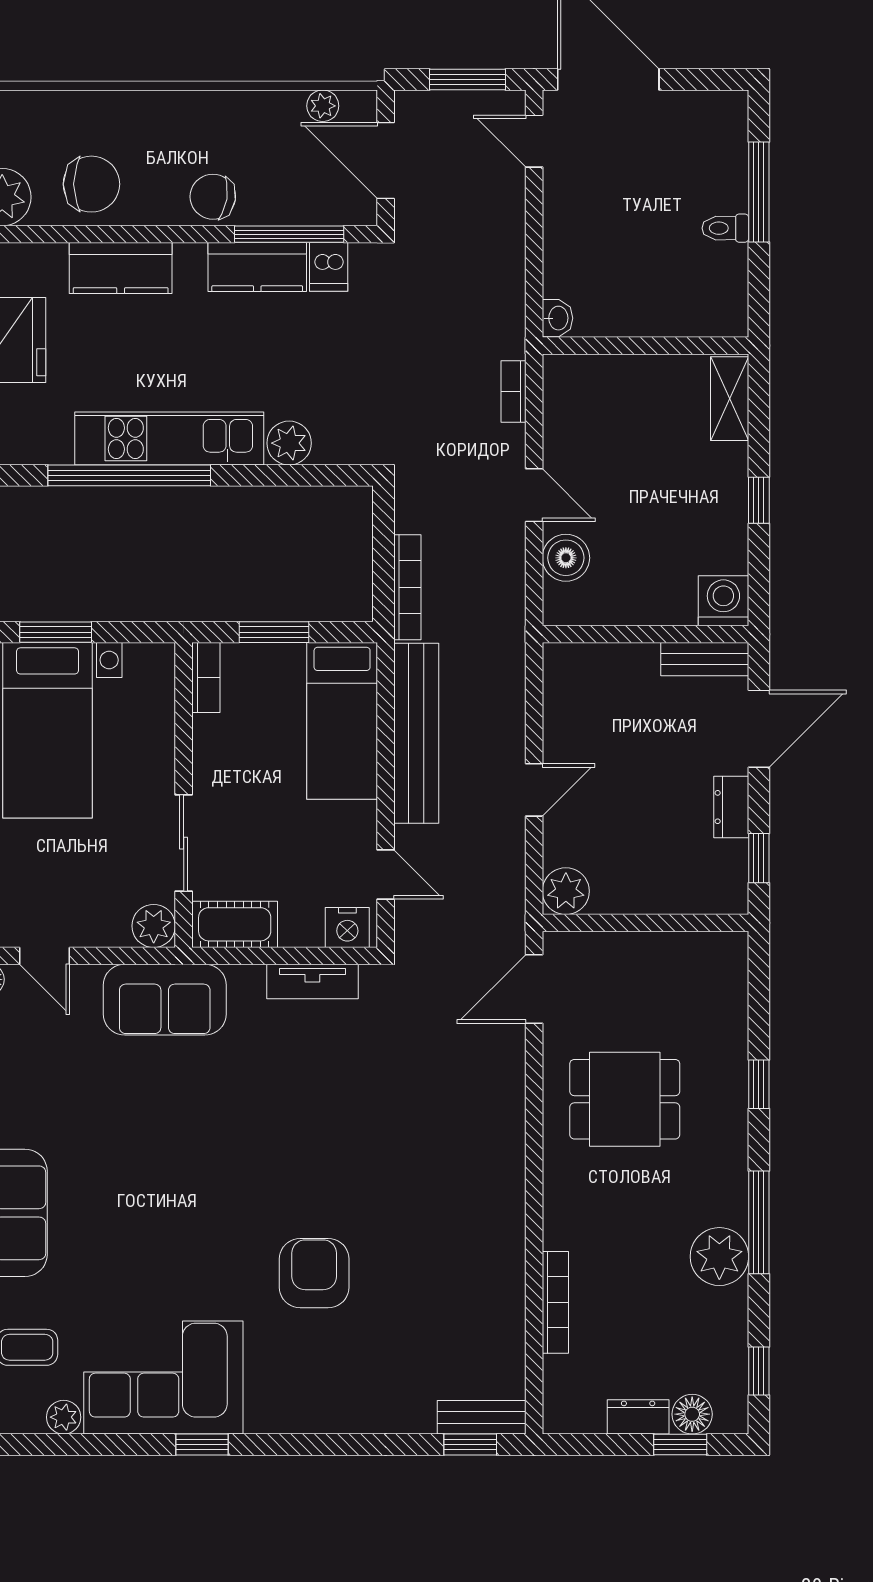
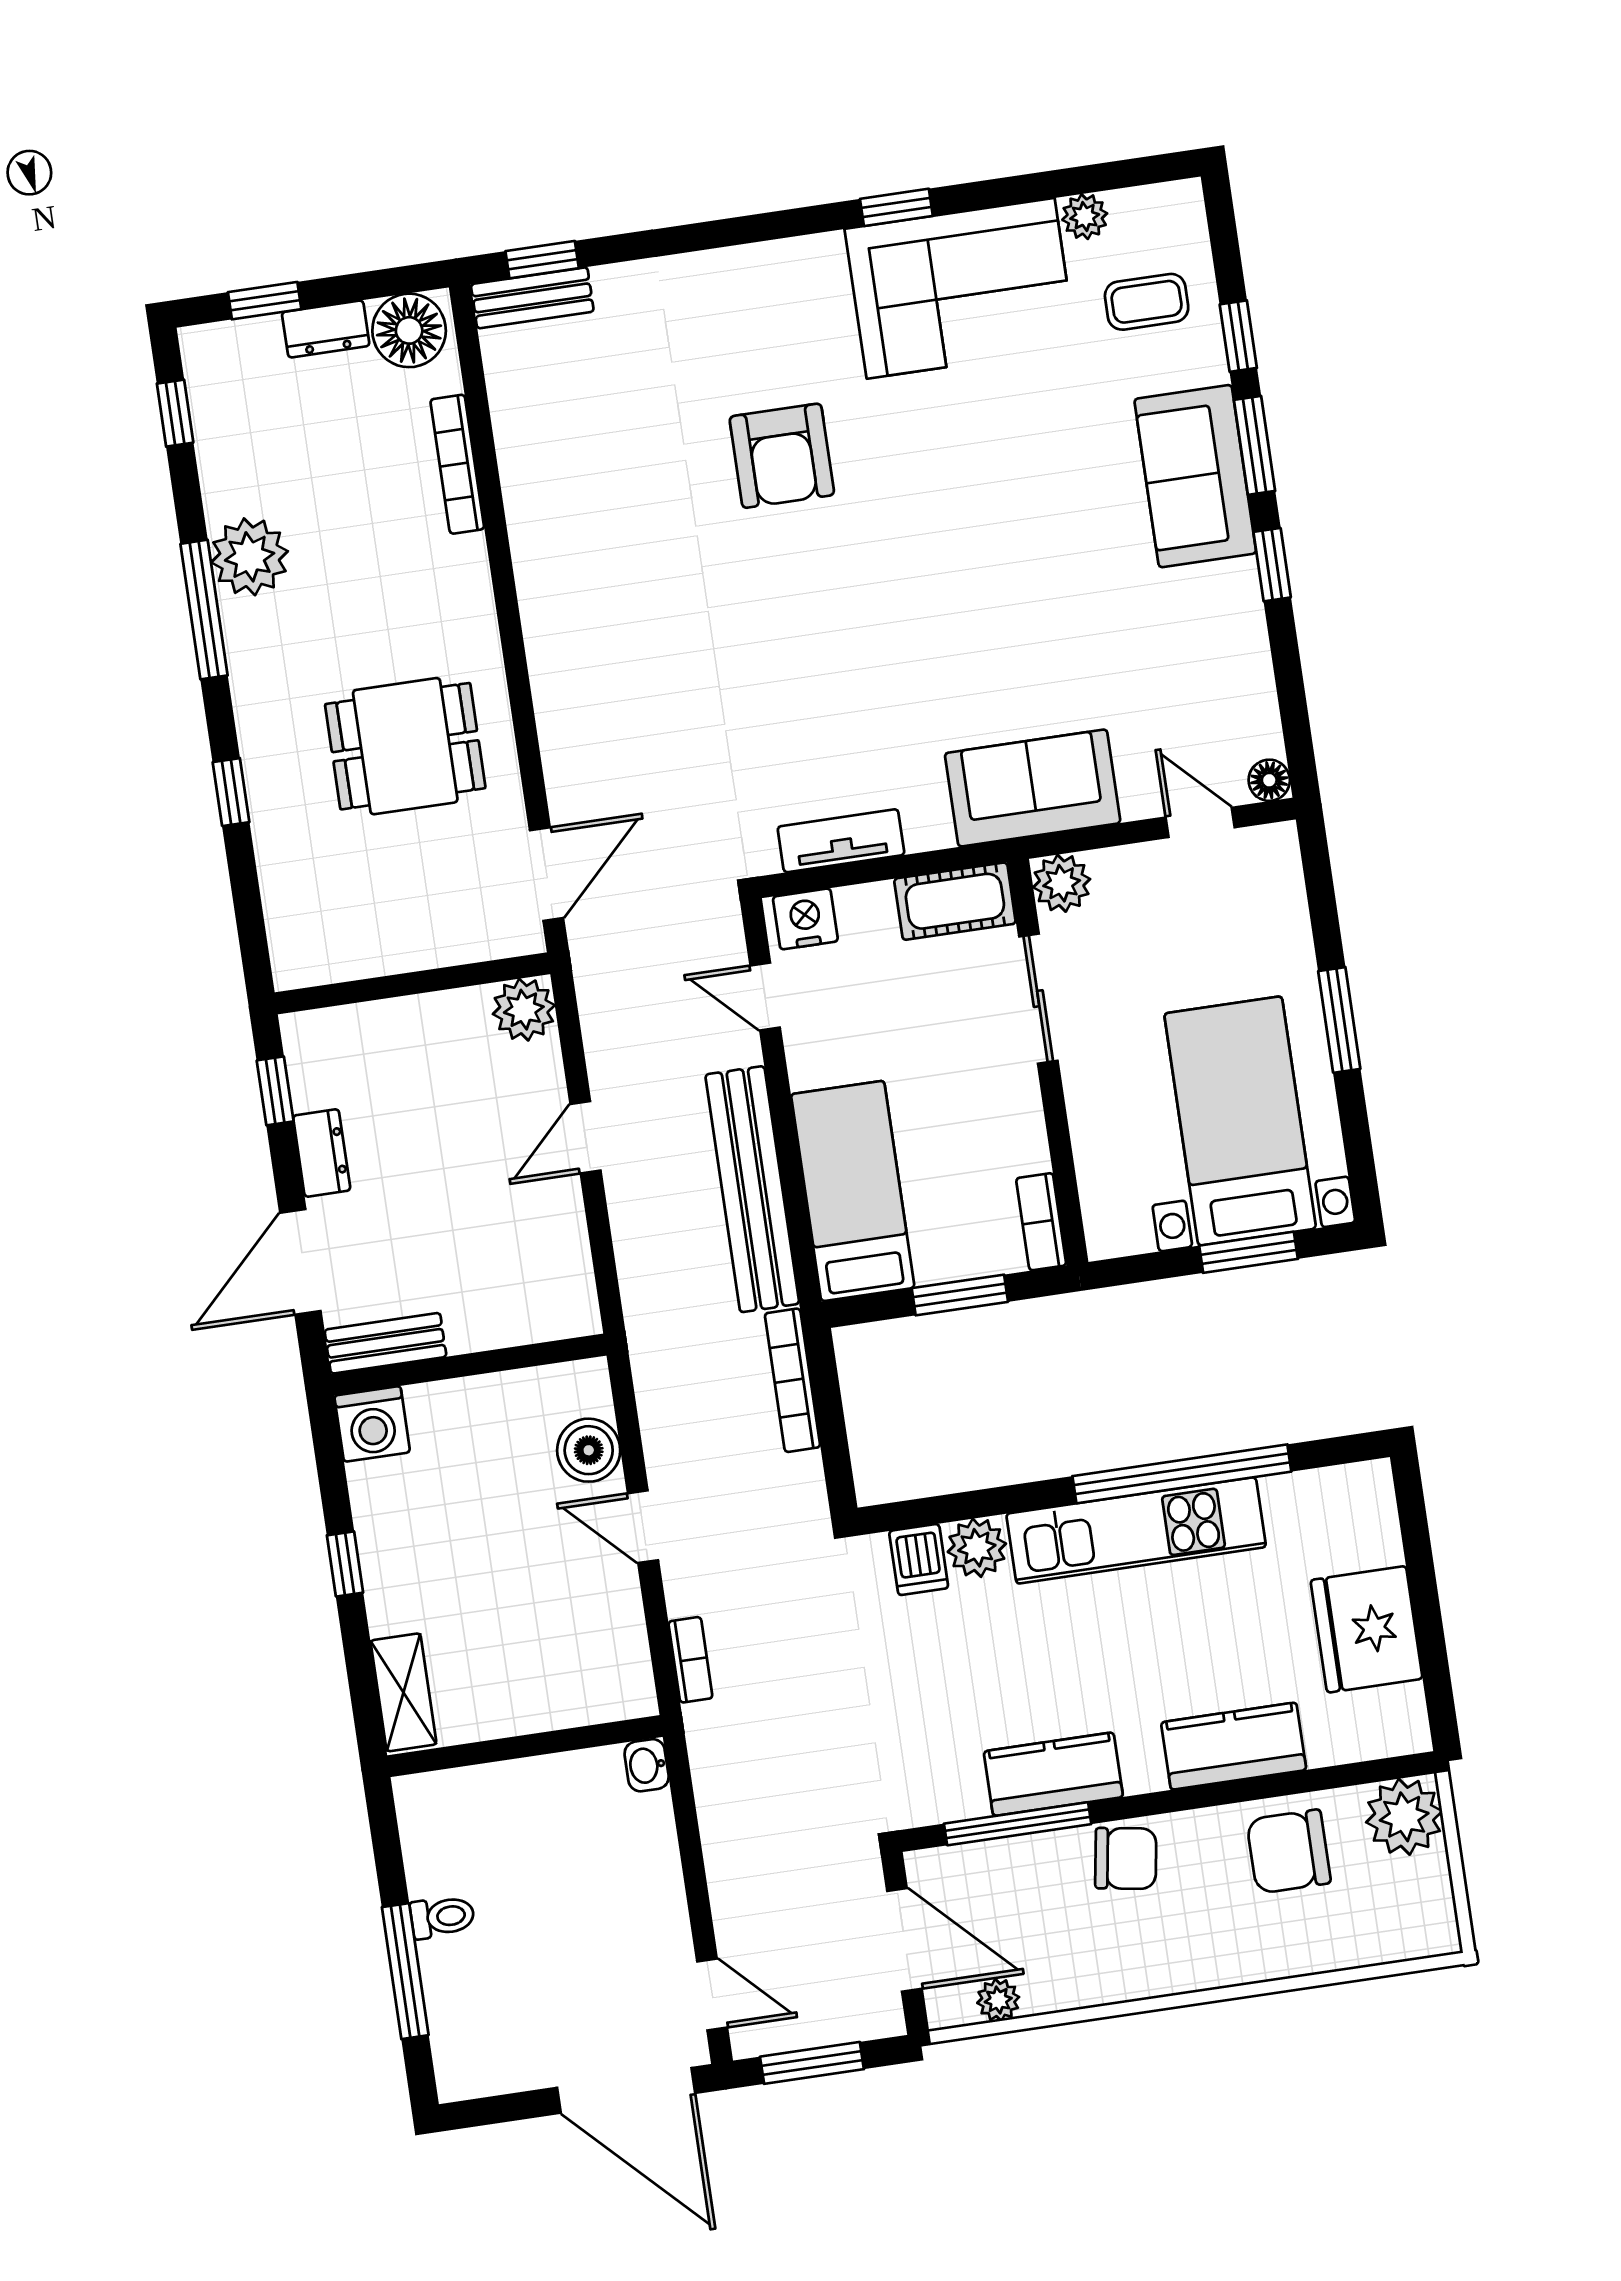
dishwasher: (329, 267) -> (919, 1560), moved, turned 180
floor lamp: (692, 1414) -> (409, 330), moved, width x1.38, depth x1.38

